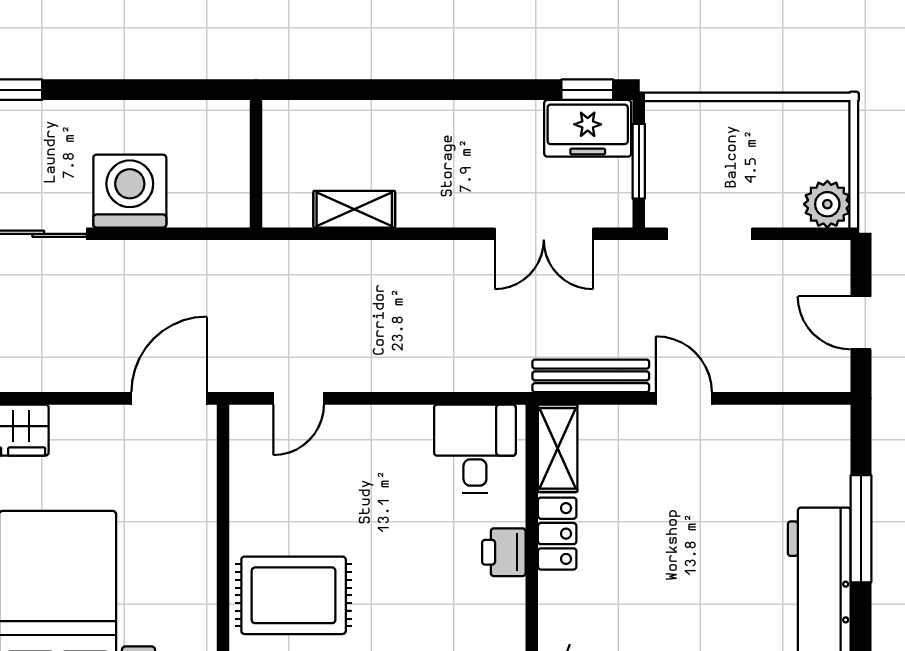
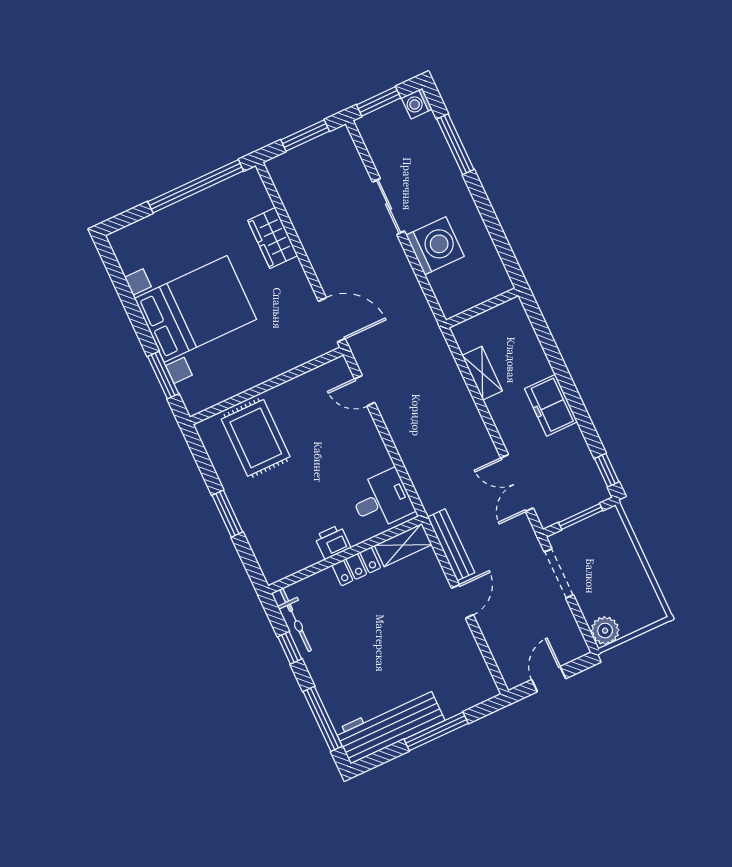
freezer: (588, 128) -> (551, 405), moved

